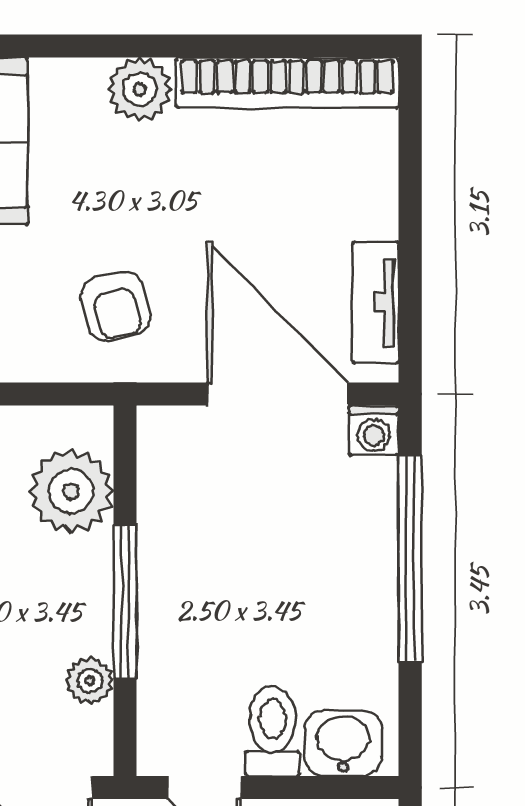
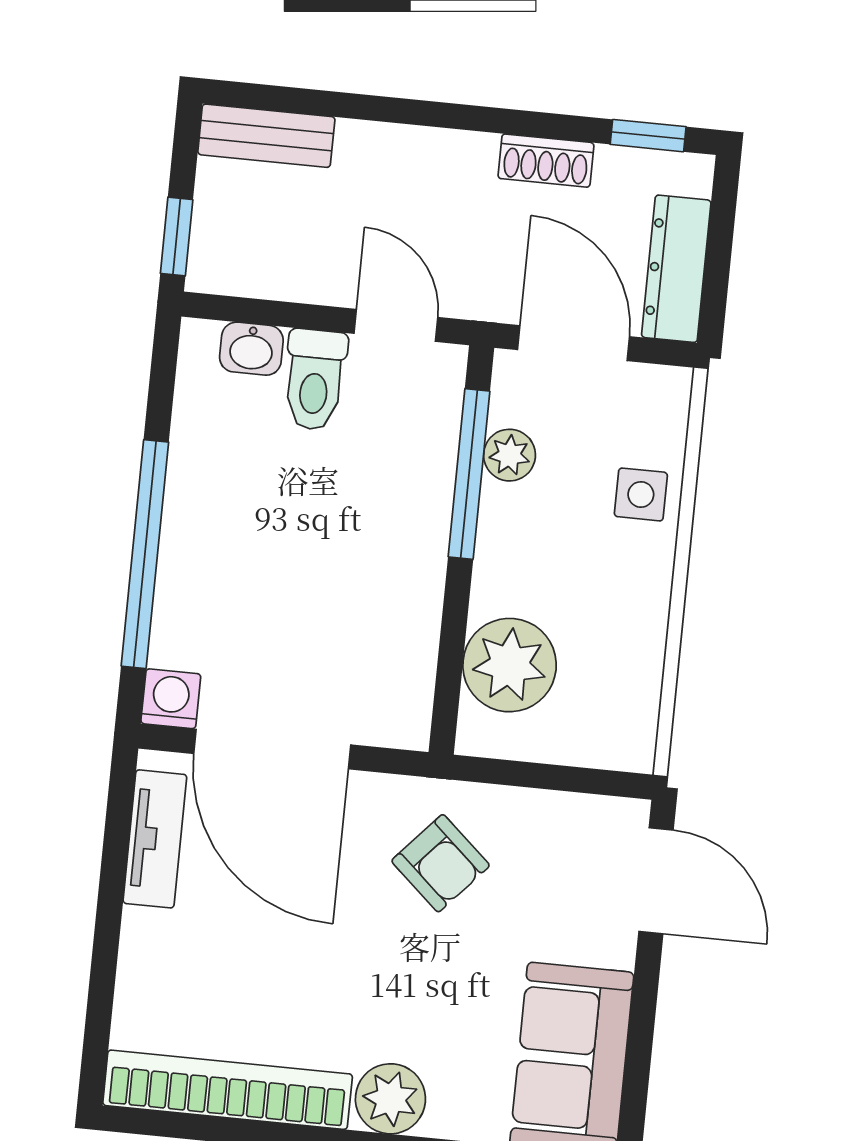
armchair: (116, 306) -> (441, 863), turned 146
window: (125, 601) -> (469, 474), moved
washbasin: (343, 743) -> (251, 349), width x0.72, depth x0.69

